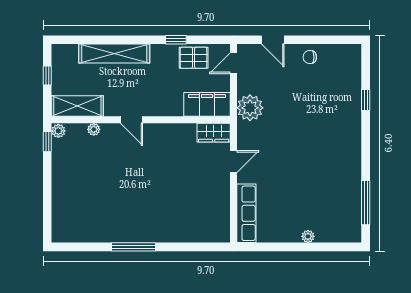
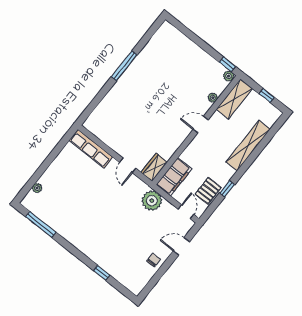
plant: (308, 236) -> (37, 188), moved

